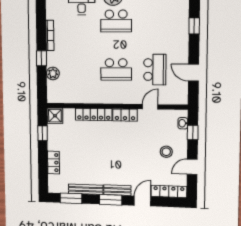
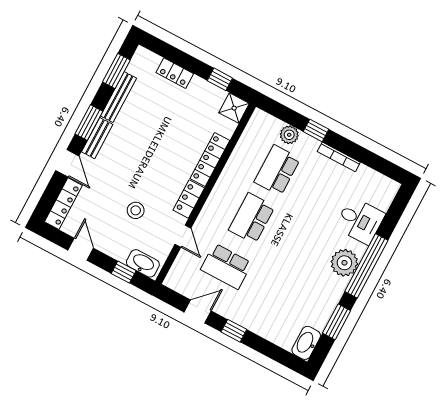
school desk: (116, 21) -> (277, 170), moved
window: (194, 26) -> (234, 331), moved
washbasin: (183, 123) -> (143, 263), width x1.91, depth x1.45
stool: (166, 152) -> (136, 210), moved

